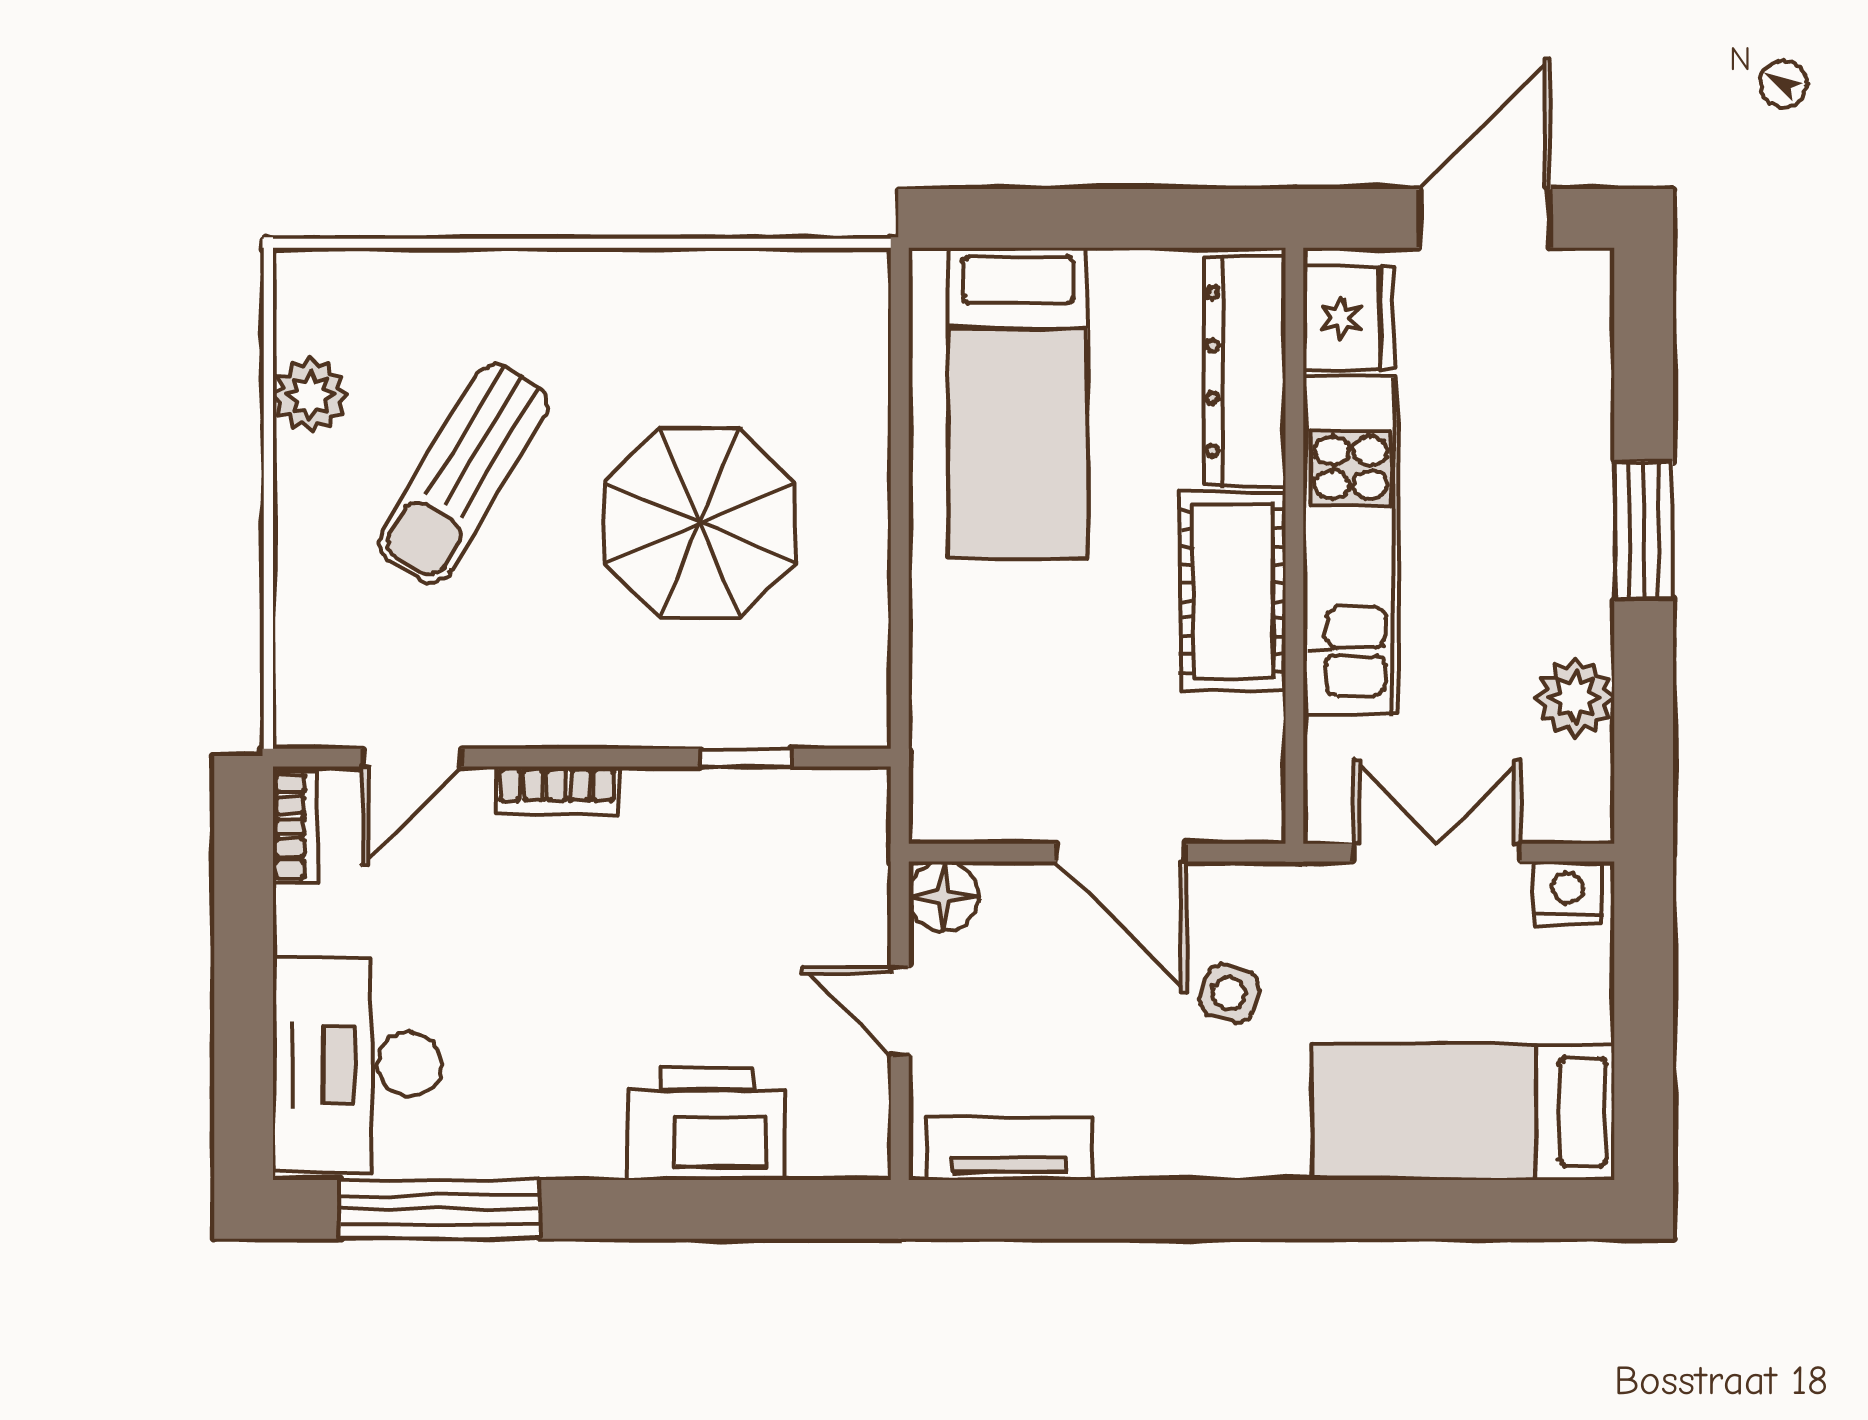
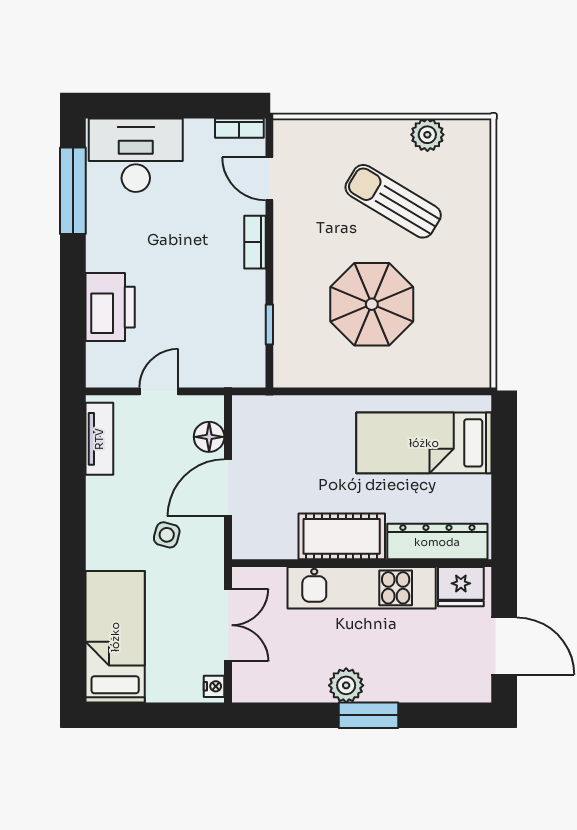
plant: (1575, 697) -> (346, 685), moved
nightstand: (1568, 893) -> (214, 686), width x0.72, depth x0.74
floor lamp: (943, 896) -> (209, 437), moved

